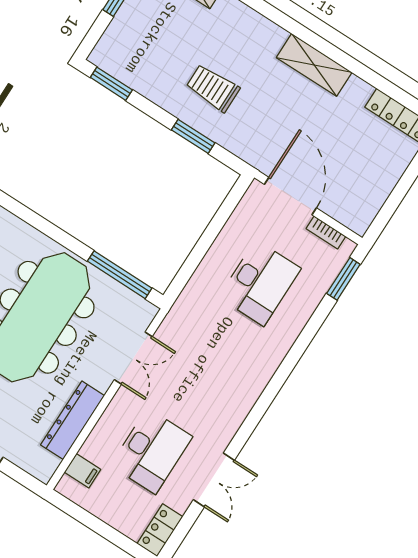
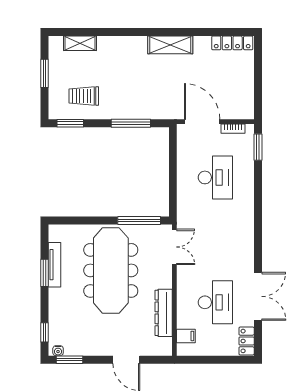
trolley: (213, 88) -> (84, 96), moved
window: (193, 136) -> (131, 123), width x1.44
double door: (133, 358) -> (174, 247), moved
double door: (214, 480) -> (258, 296), width x1.37

